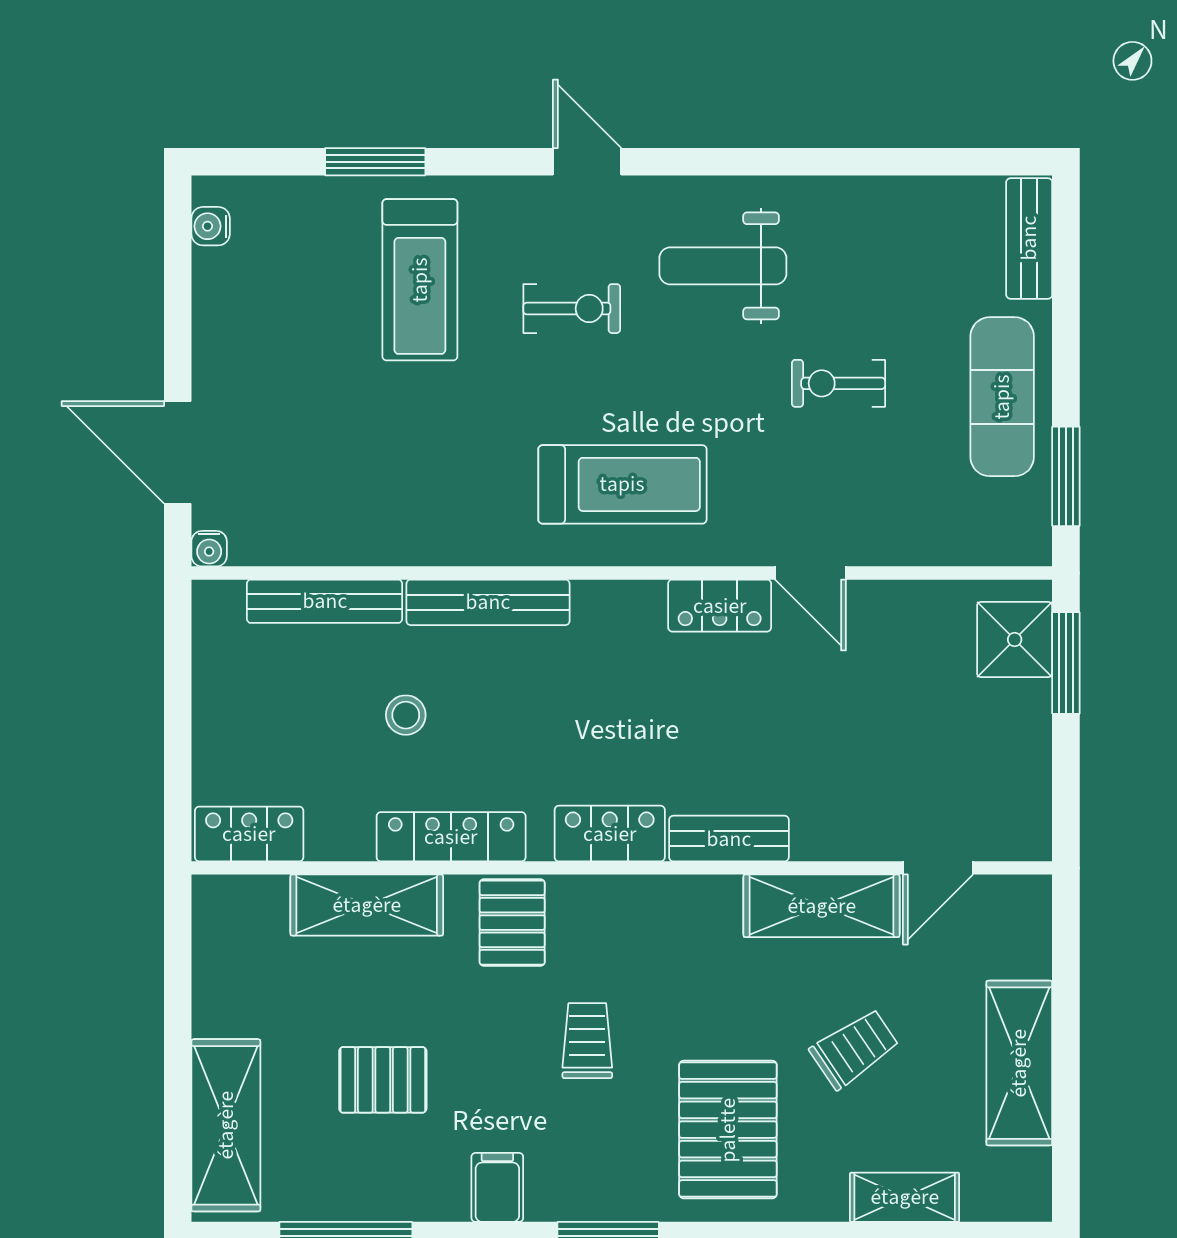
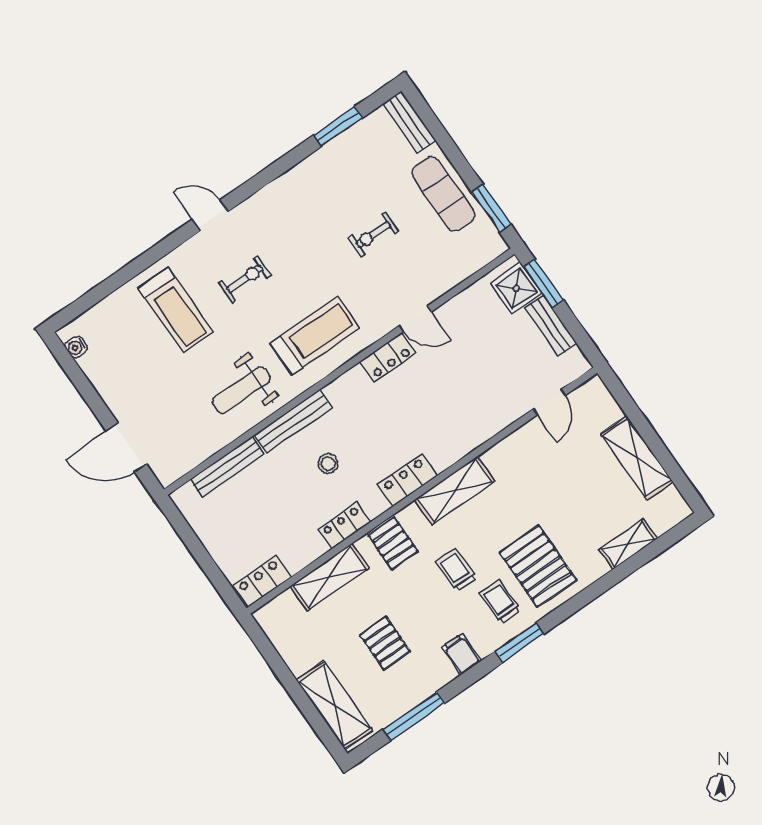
window: (375, 162) -> (338, 126), moved
weight bench: (723, 266) -> (241, 390), moved
water cooler: (209, 549) -> (166, 477), removed
stool: (406, 715) -> (328, 464), moved
locker: (451, 837) -> (344, 526), width x0.66
bench: (729, 839) -> (551, 325), moved, turned 90
shelving: (822, 906) -> (455, 490), moved
trolley: (854, 1049) -> (500, 602), moved, turned -56
pallet: (383, 1080) -> (385, 643), turned 90

